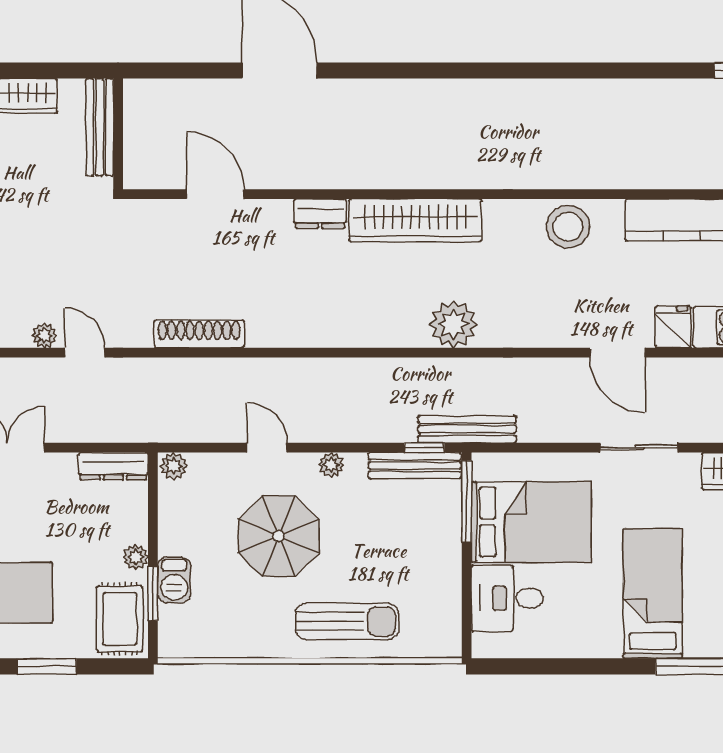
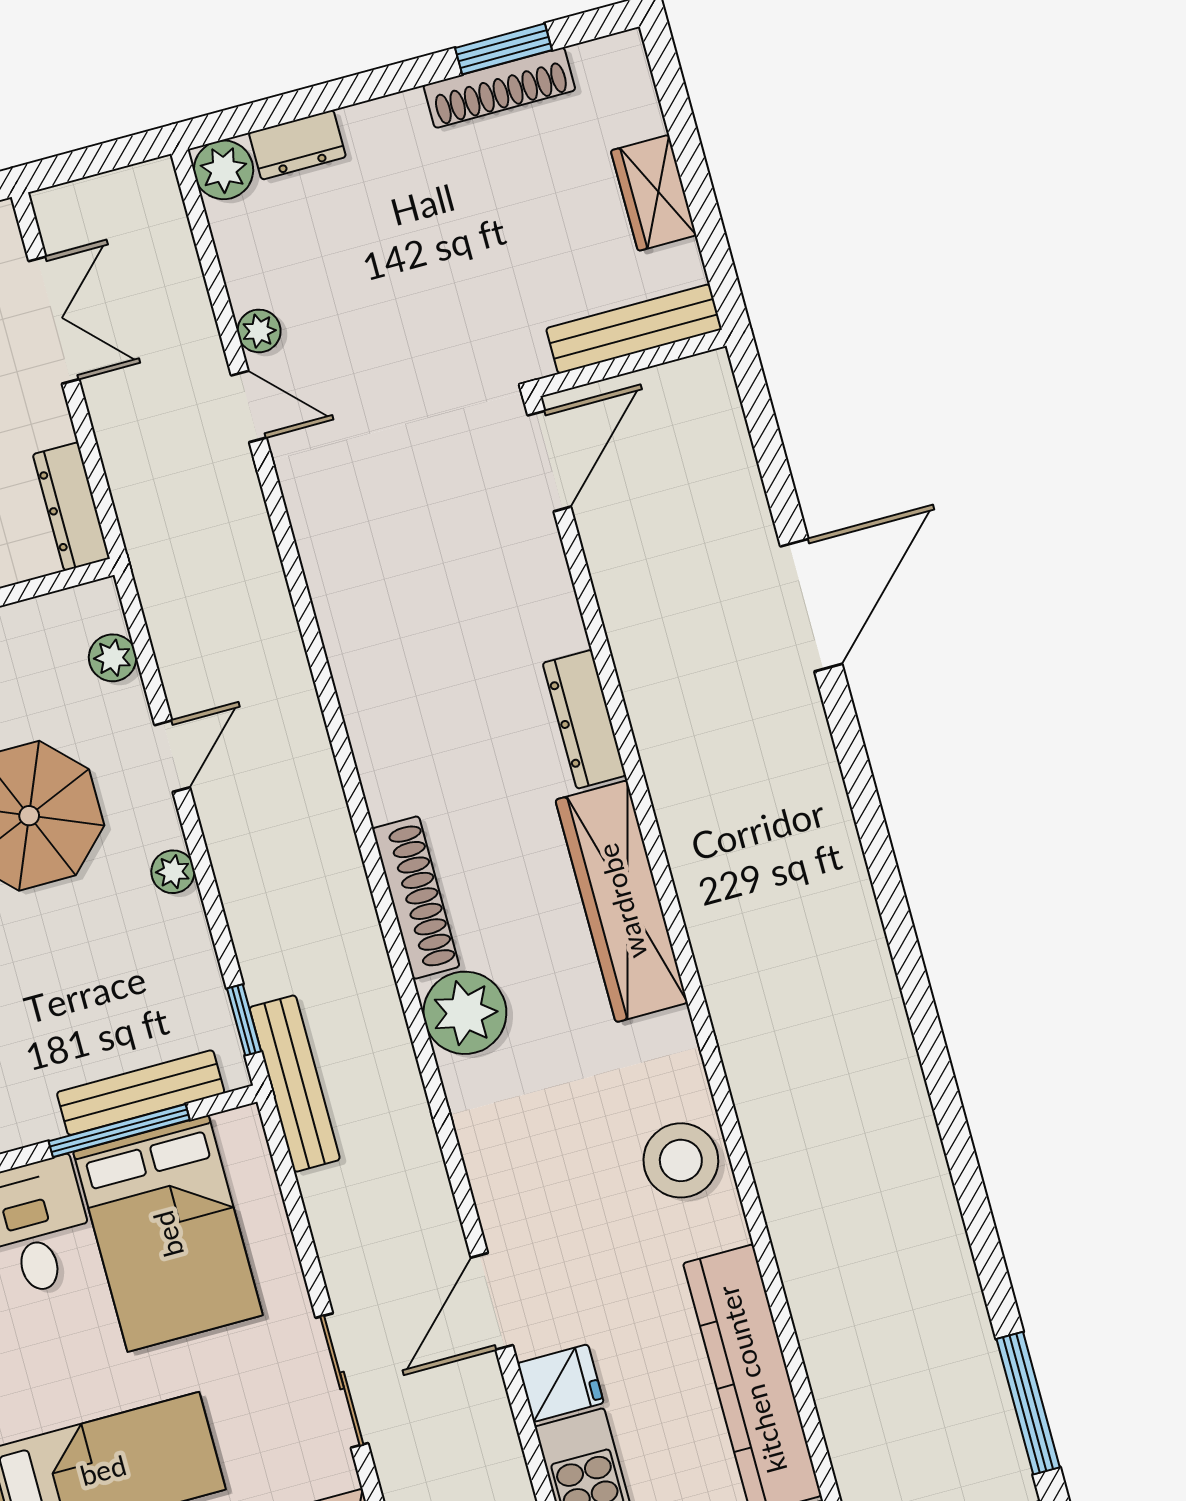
door: (215, 194) -> (549, 461), moved
dresser: (320, 214) -> (584, 719), width x1.44
shoe rack: (199, 334) -> (416, 898), moved
door: (85, 353) -> (249, 406), hinge flipped
plant: (174, 466) -> (113, 658), moved
bench: (415, 466) -> (141, 1093), moved, turned 90
window: (467, 502) -> (119, 1131), moved

